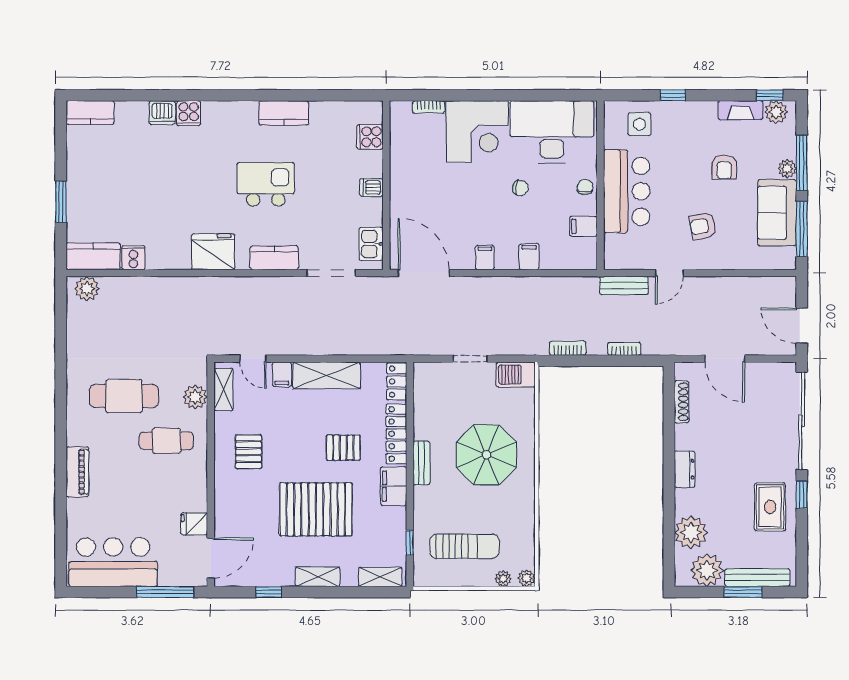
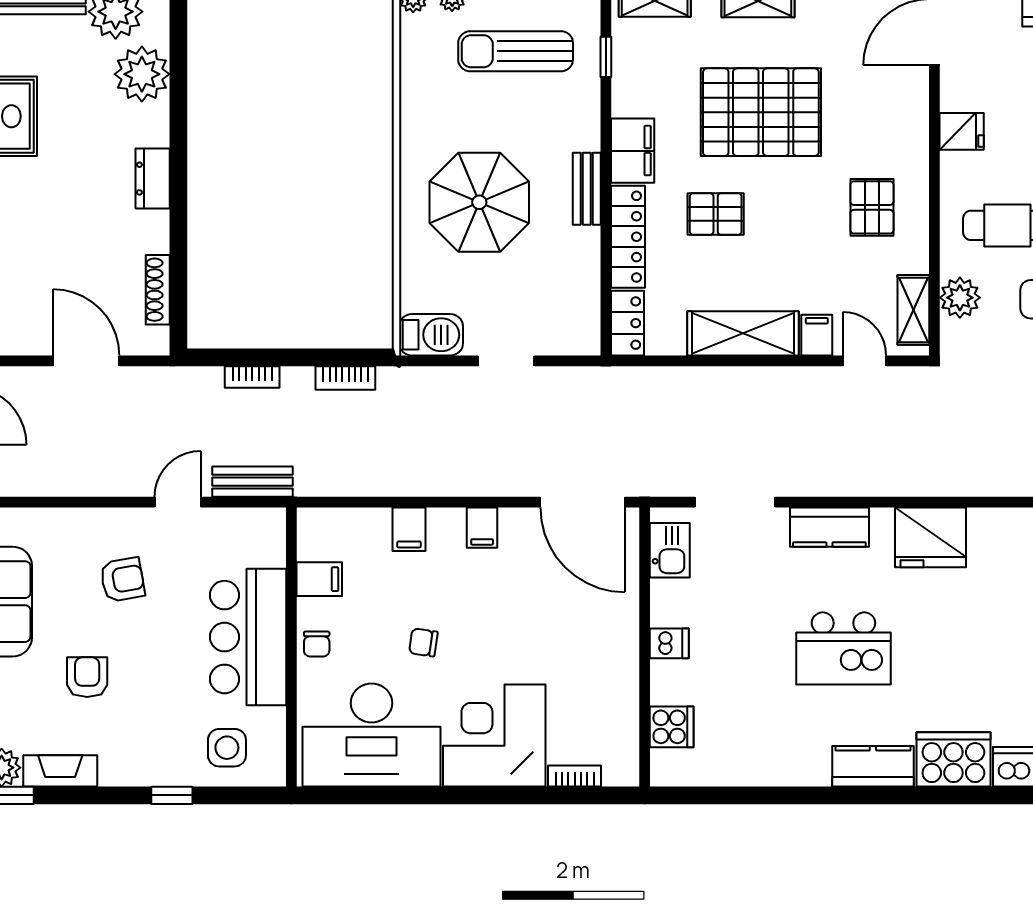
cooker: (189, 113) -> (953, 759), width x1.87, depth x1.31
kitchen counter: (284, 113) -> (873, 766), moved
fridge: (194, 524) -> (962, 131), moved

